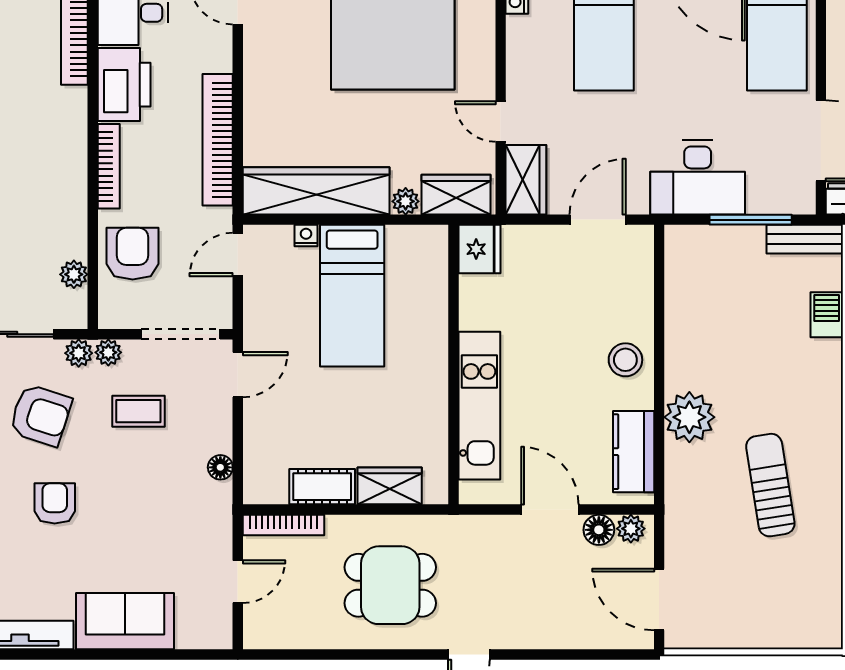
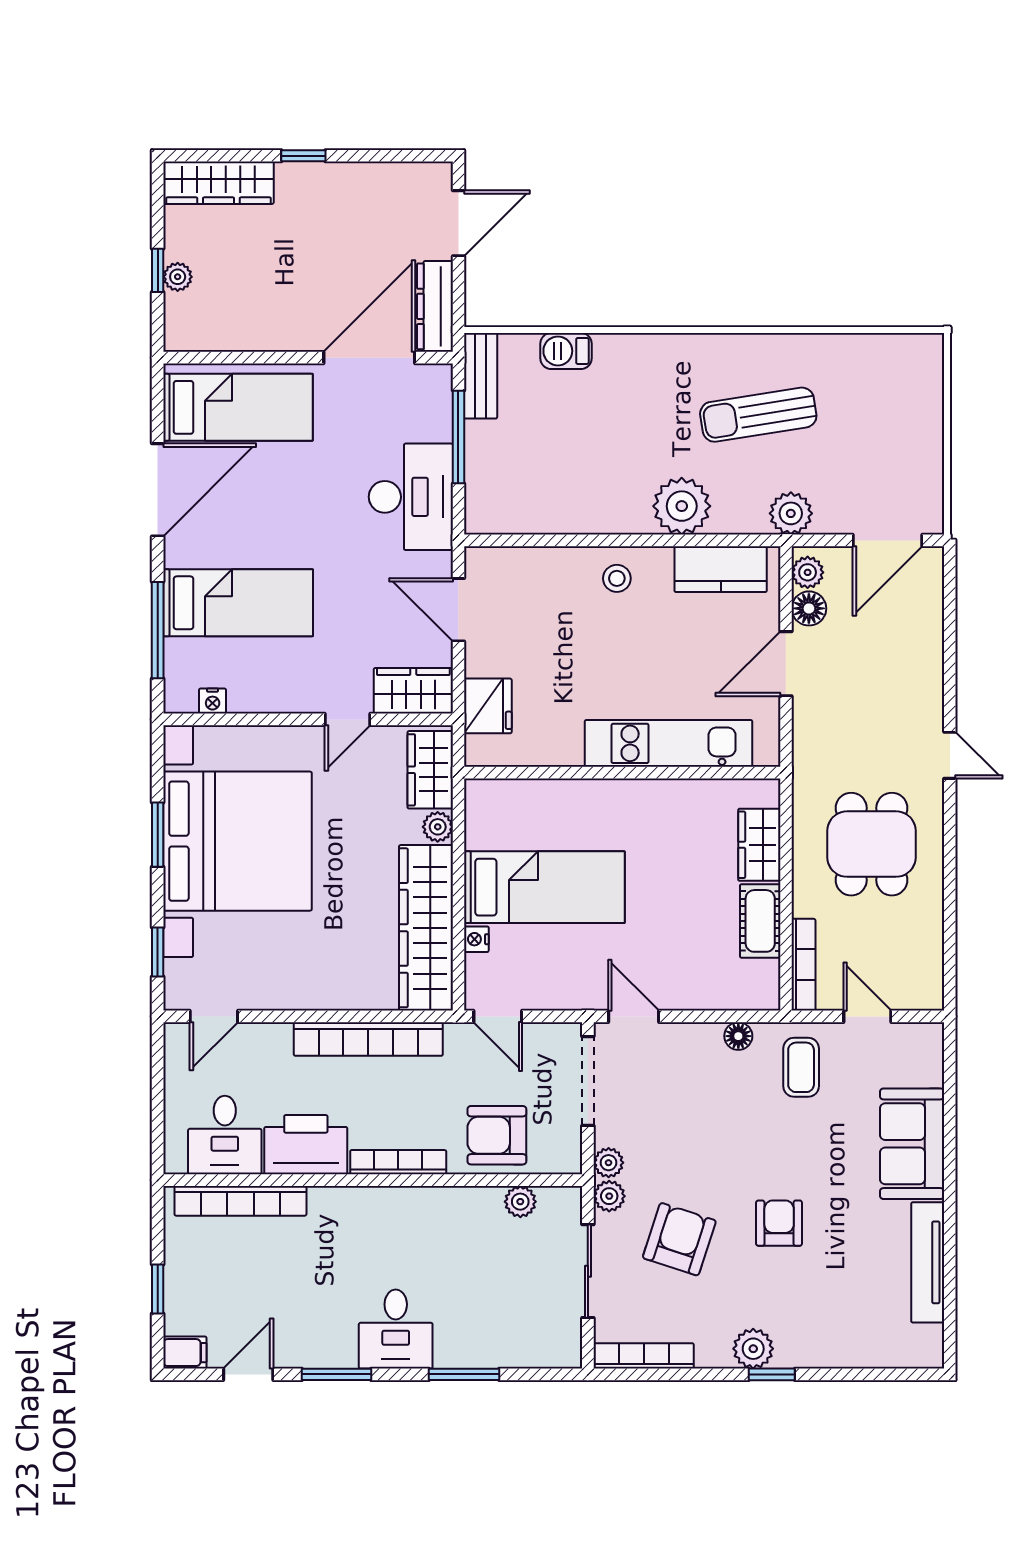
fridge: (479, 249) -> (488, 706), moved, turned 90
stool: (625, 360) -> (617, 578), width x0.73, depth x0.73
coffee table: (138, 411) -> (801, 1067), moved
armchair: (55, 503) -> (779, 1223), turned 90
plant: (683, 514) -> (791, 513), added

